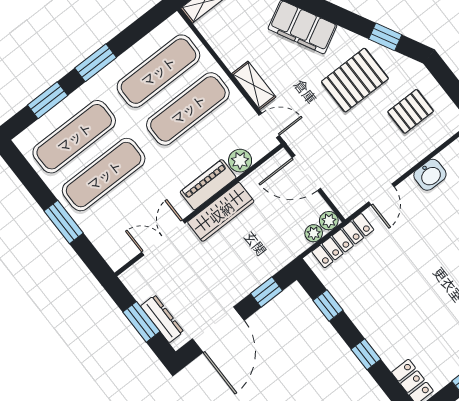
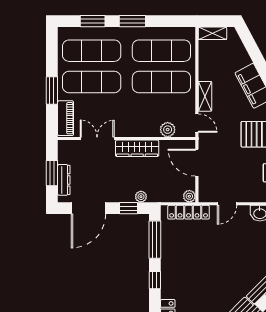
piano: (208, 185) -> (66, 118), moved, turned 90
plant: (314, 233) -> (141, 197), moved
window: (328, 305) -> (155, 240), width x2.17

